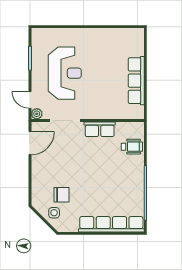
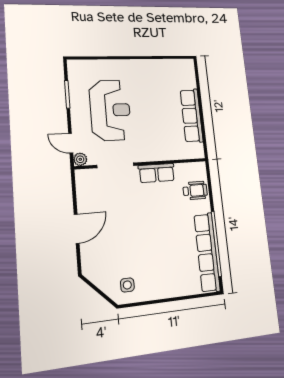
door: (30, 143) -> (77, 229), moved
chair: (61, 195) -> (118, 257), removed
side table: (54, 213) -> (127, 285), moved
row of seats: (111, 224) -> (207, 252), moved, turned -90

